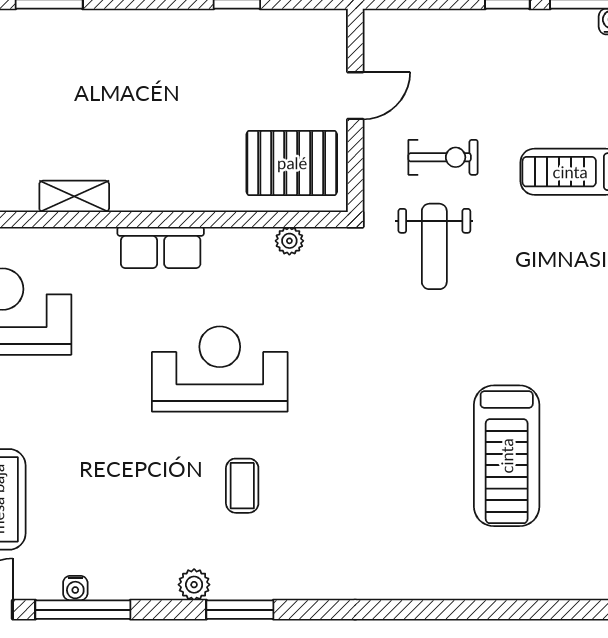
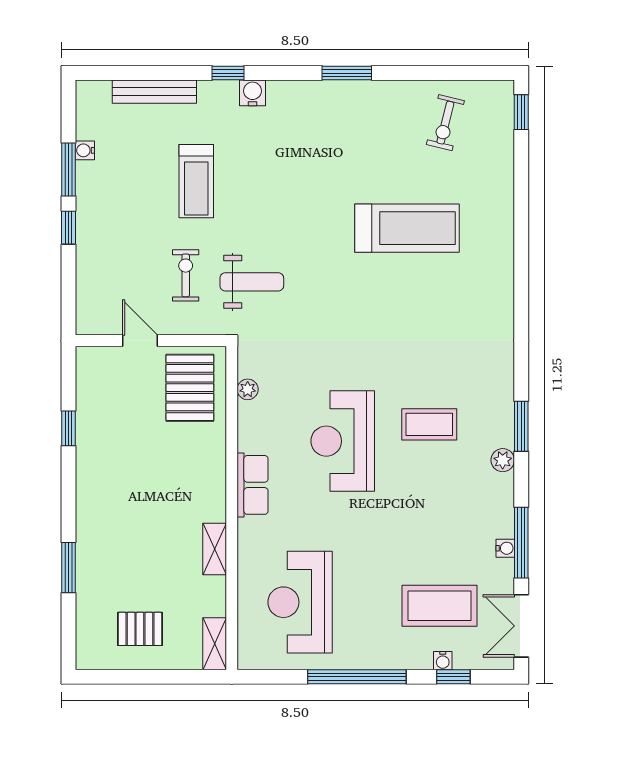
coffee table: (242, 486) -> (429, 424), width x1.36, depth x1.30

